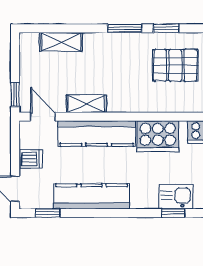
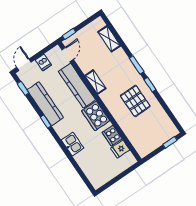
shelving: (86, 104) -> (95, 82), moved
window: (173, 213) -> (46, 122), moved

